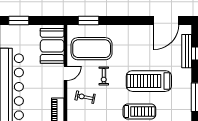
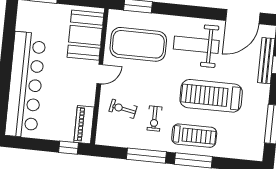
weight bench: (134, 45) -> (196, 45), added
exercise bike: (104, 76) -> (154, 119), moved

